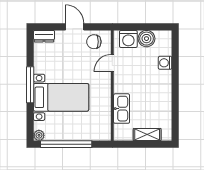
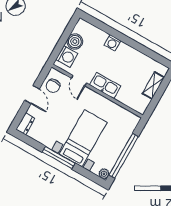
door: (75, 27) -> (32, 95), swing flipped
washing machine: (165, 63) -> (112, 43), moved
kitchen sink: (122, 109) -> (105, 86), moved

